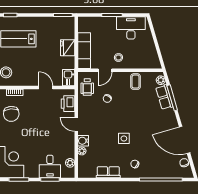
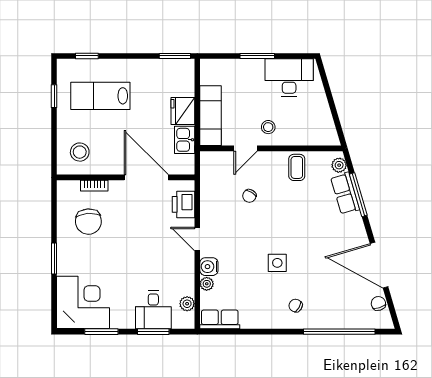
kitchen sink: (69, 78) -> (185, 140), moved
wheelchair: (87, 87) -> (216, 176), removed
door: (46, 88) -> (146, 177), width x1.87
row of seats: (108, 172) -> (220, 319), moved

